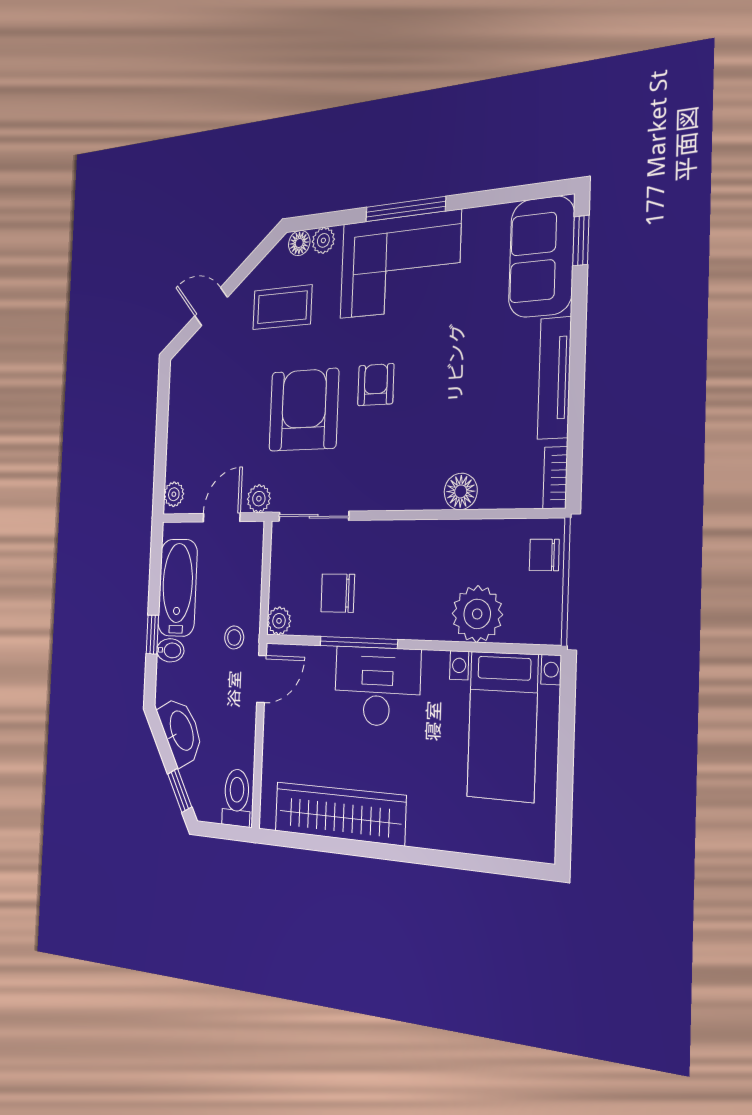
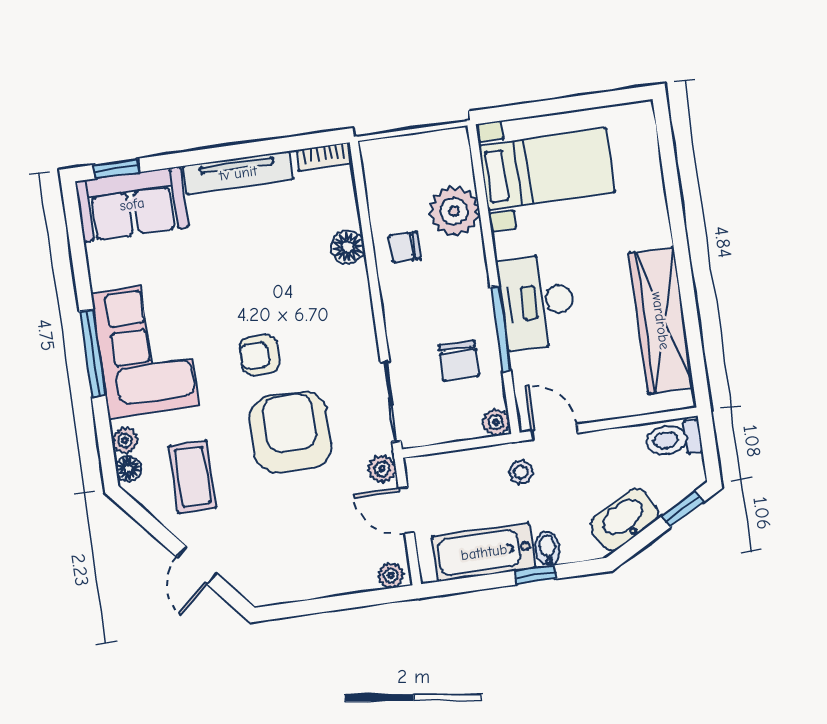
armchair: (304, 410) -> (290, 432), turned 90
chair: (544, 555) -> (405, 247), moved, turned 90

